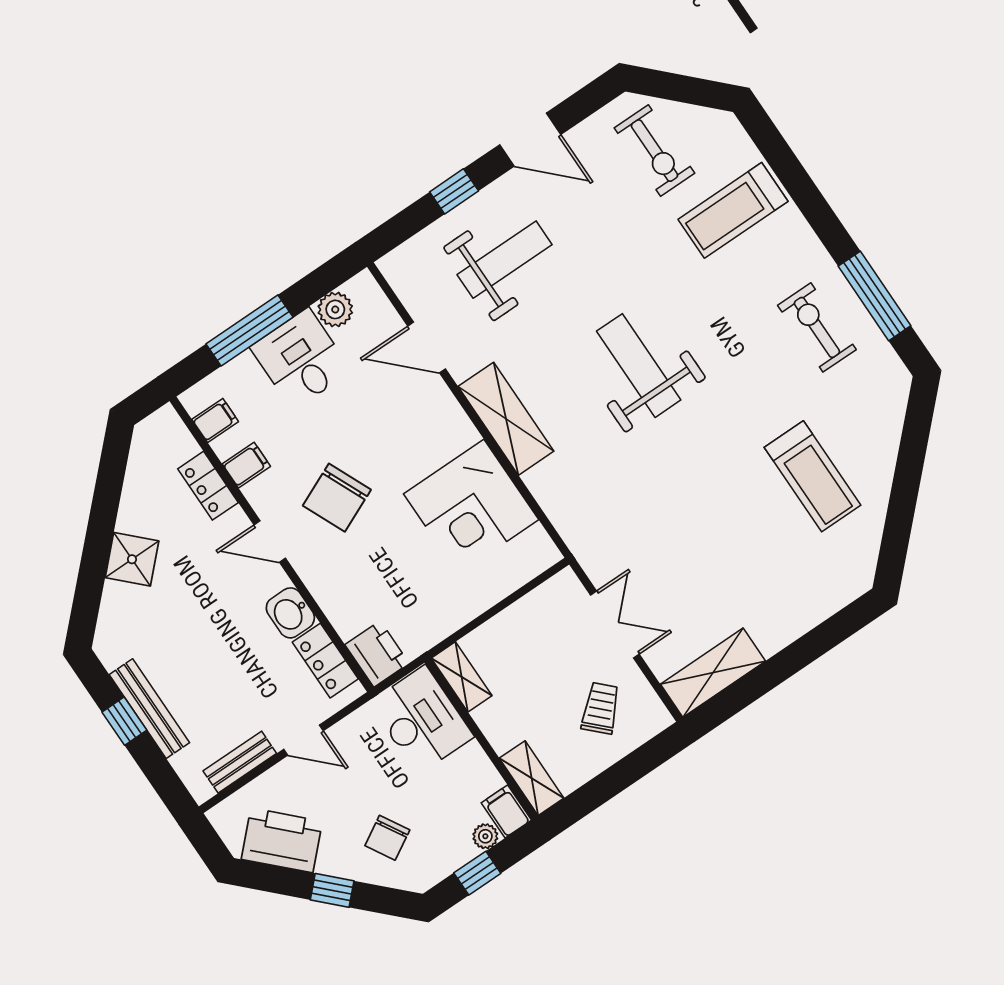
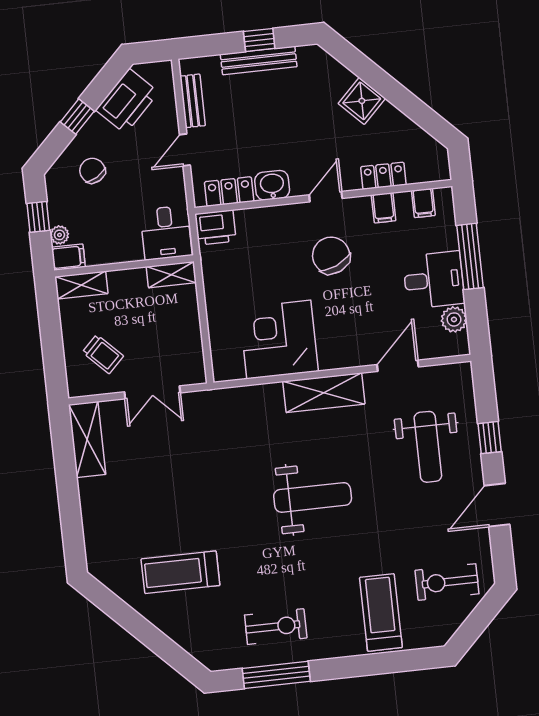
desk: (422, 720) -> (166, 233), width x0.73

